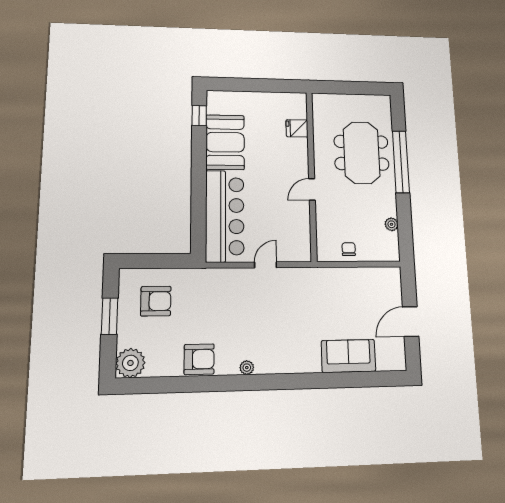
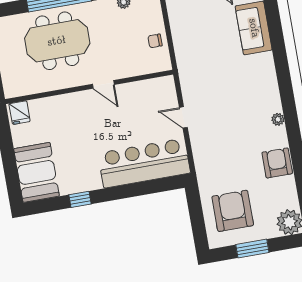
window: (199, 115) -> (80, 199), moved
fridge: (297, 128) -> (20, 113), moved
booth: (225, 142) -> (37, 172), moved, turned 90
armchair: (156, 301) -> (233, 211), width x1.36, depth x1.36

